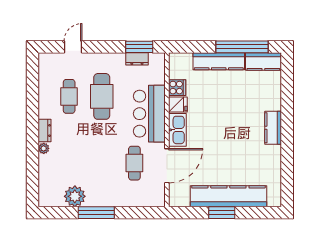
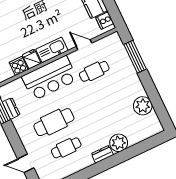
plant: (44, 148) -> (119, 143), width x1.88, depth x1.88
door: (167, 166) -> (84, 45), width x0.53
cooker: (182, 199) -> (105, 21), added
window: (96, 213) -> (135, 57), moved

